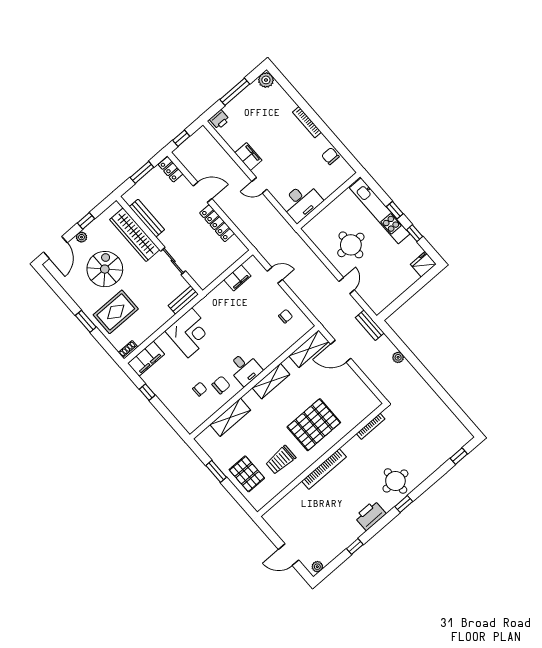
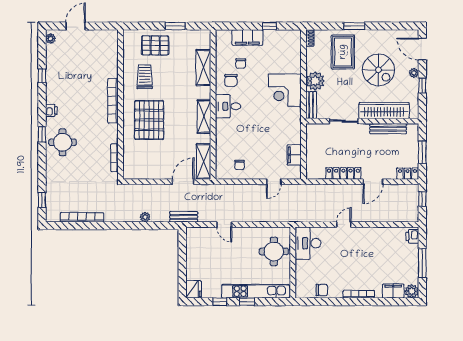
filing cabinet: (248, 157) -> (393, 291), moved, turned 180
round table: (351, 245) -> (274, 251), moved
plant: (160, 314) -> (315, 81), added
filing cabinet: (146, 359) -> (247, 38), moved, turned -90
bookcase: (444, 410) -> (82, 217), added
printer: (370, 515) -> (51, 110), width x0.53, depth x0.68

